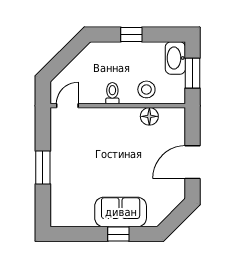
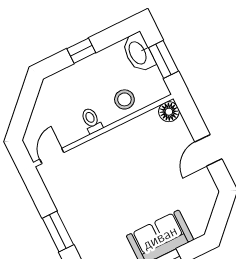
floor lamp: (149, 116) -> (169, 112), moved
door: (193, 162) -> (208, 150), width x0.73

